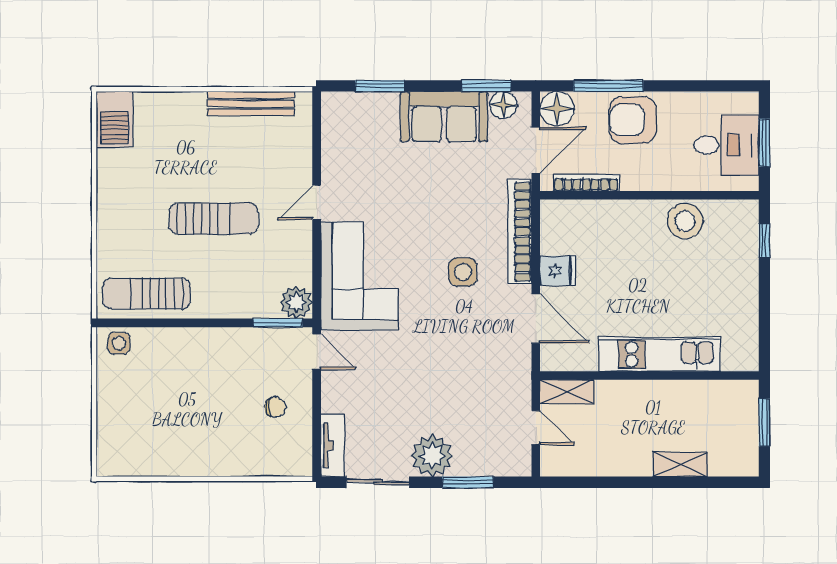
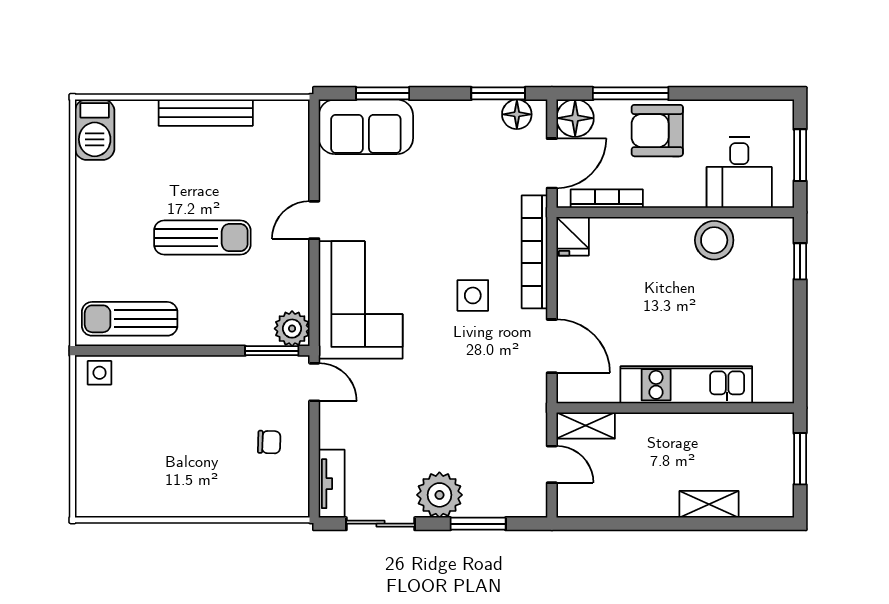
bench: (251, 104) -> (206, 113), moved
sofa: (444, 117) -> (366, 127), moved
desk: (726, 145) -> (739, 173), moved, turned 90
fridge: (558, 271) -> (573, 236), moved, turned 90

